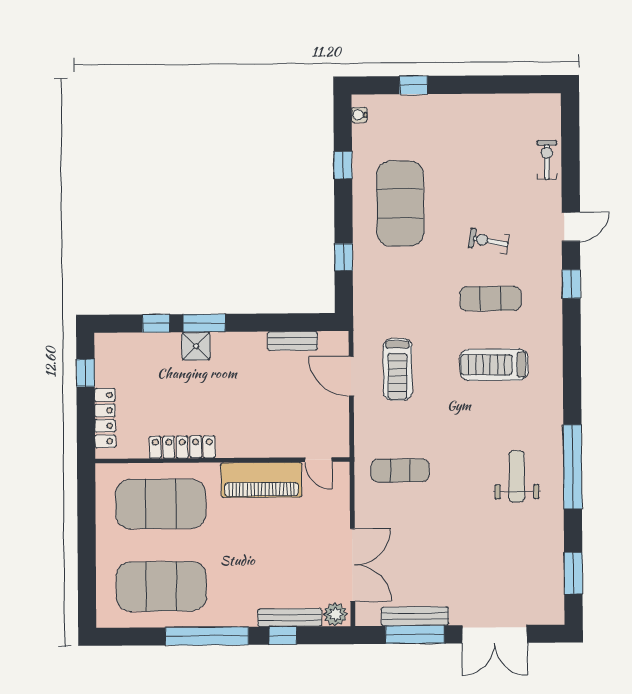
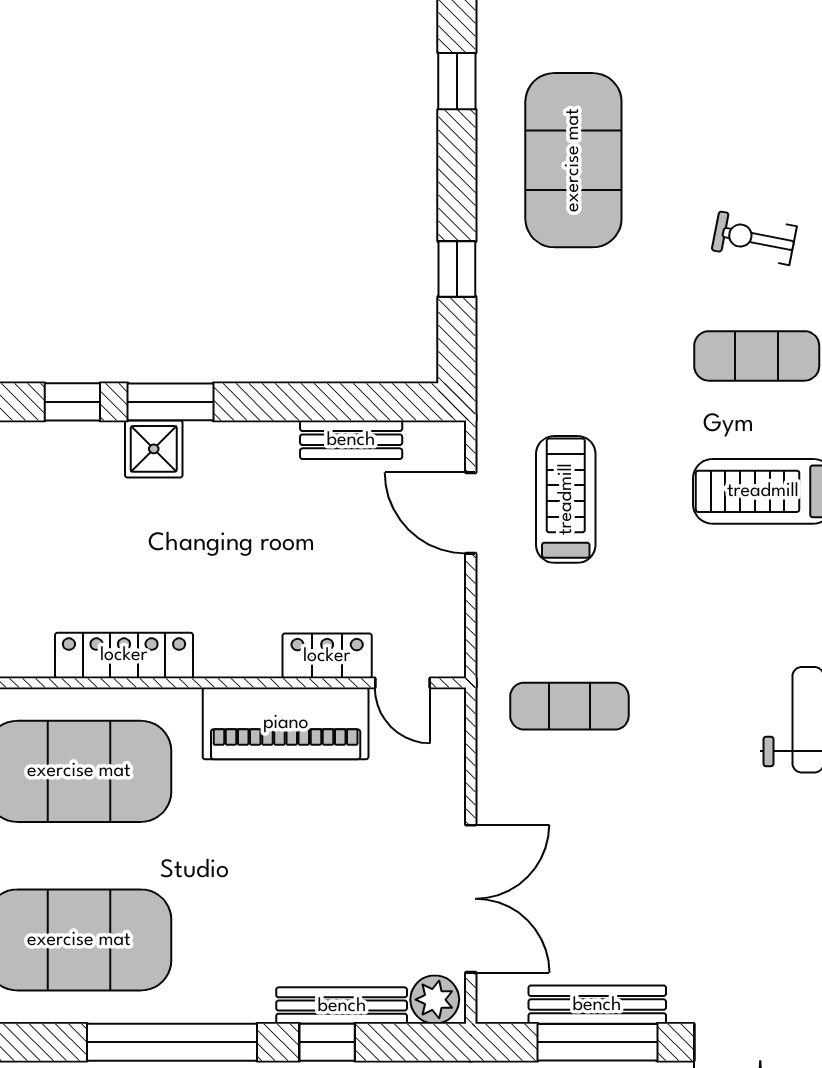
treadmill: (398, 369) -> (566, 499), turned 180
locker: (281, 447) -> (327, 656), added

